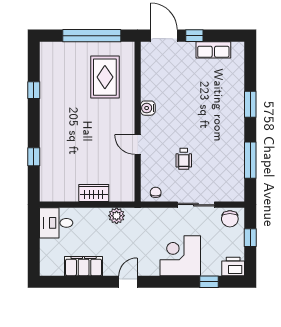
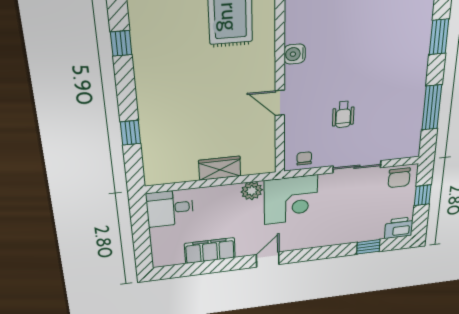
corner desk: (180, 256) -> (291, 200), moved, turned 180

